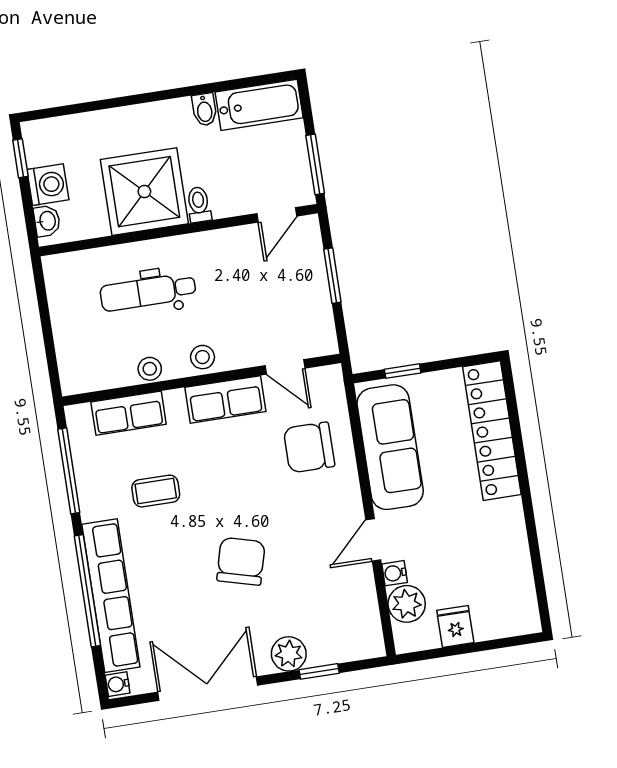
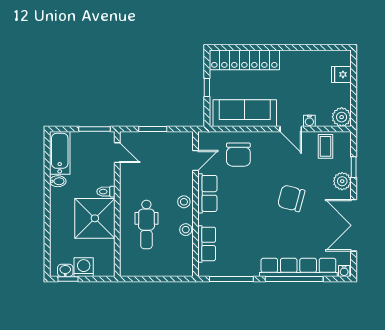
washbasin: (47, 221) -> (65, 270), moved
window: (403, 371) -> (207, 88), moved
coffee table: (156, 491) -> (325, 146), moved
plant: (407, 604) -> (342, 117), moved
fridge: (455, 626) -> (341, 74), moved

